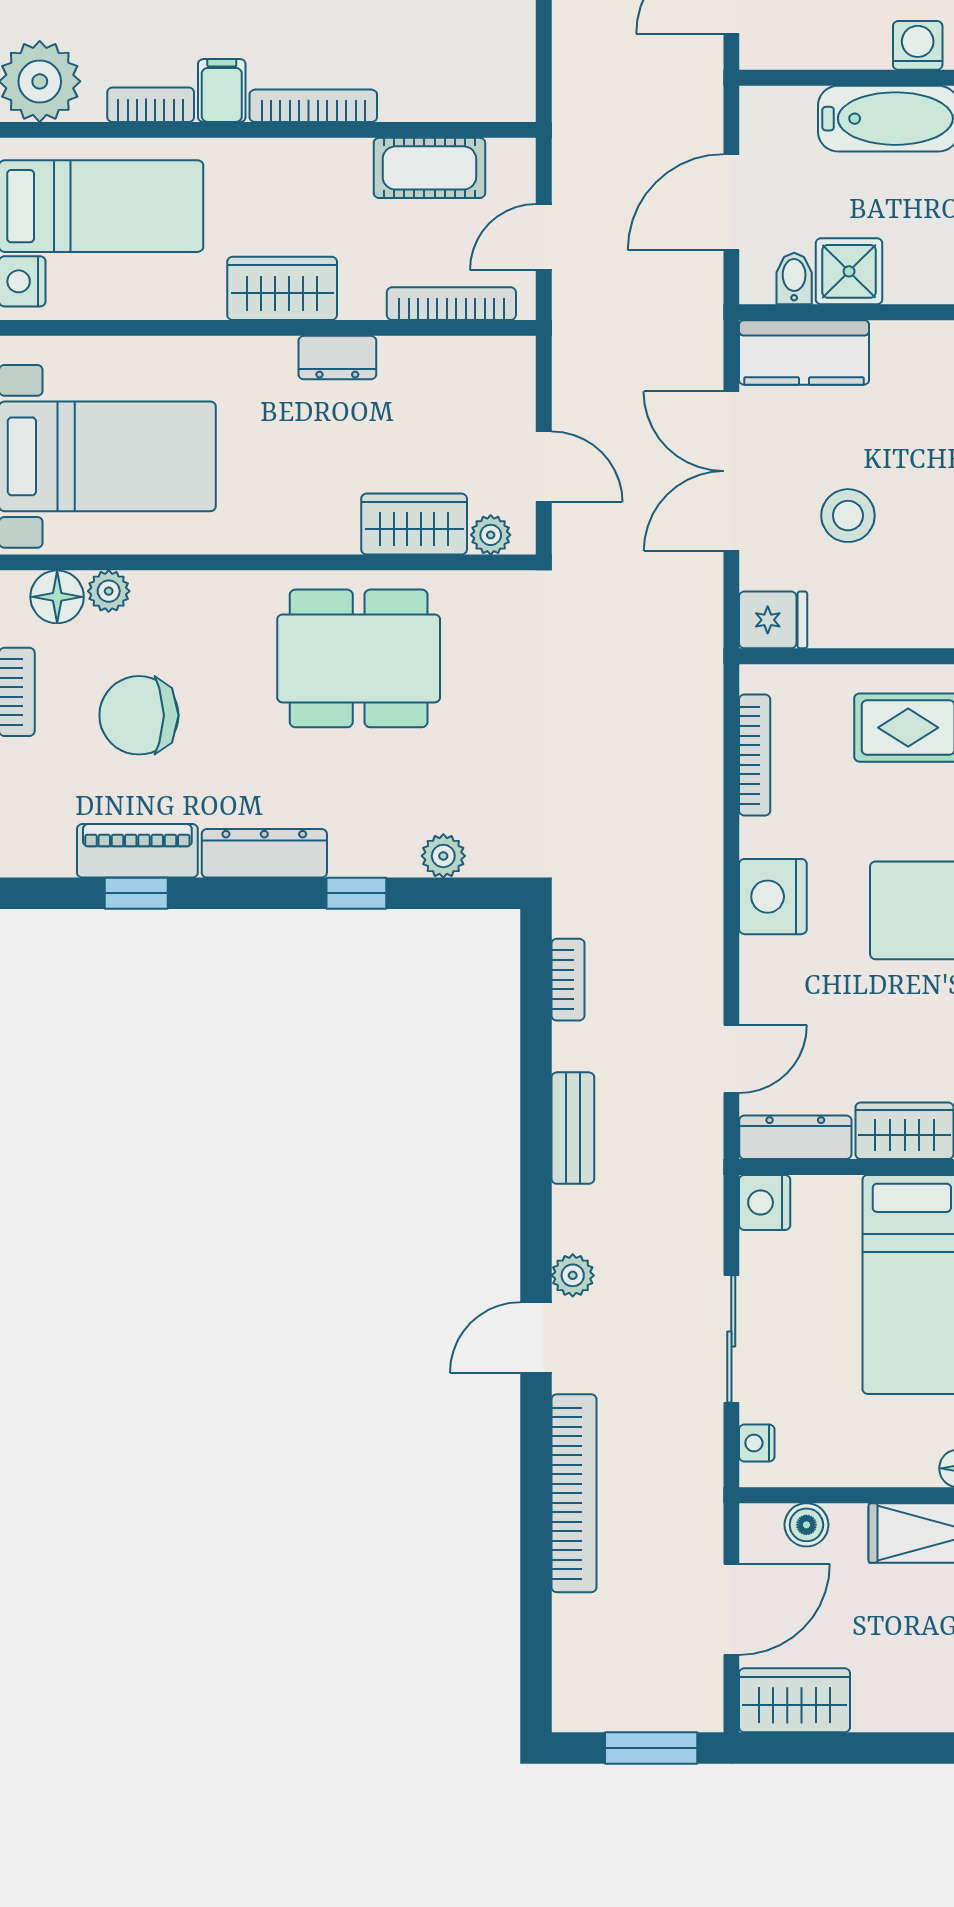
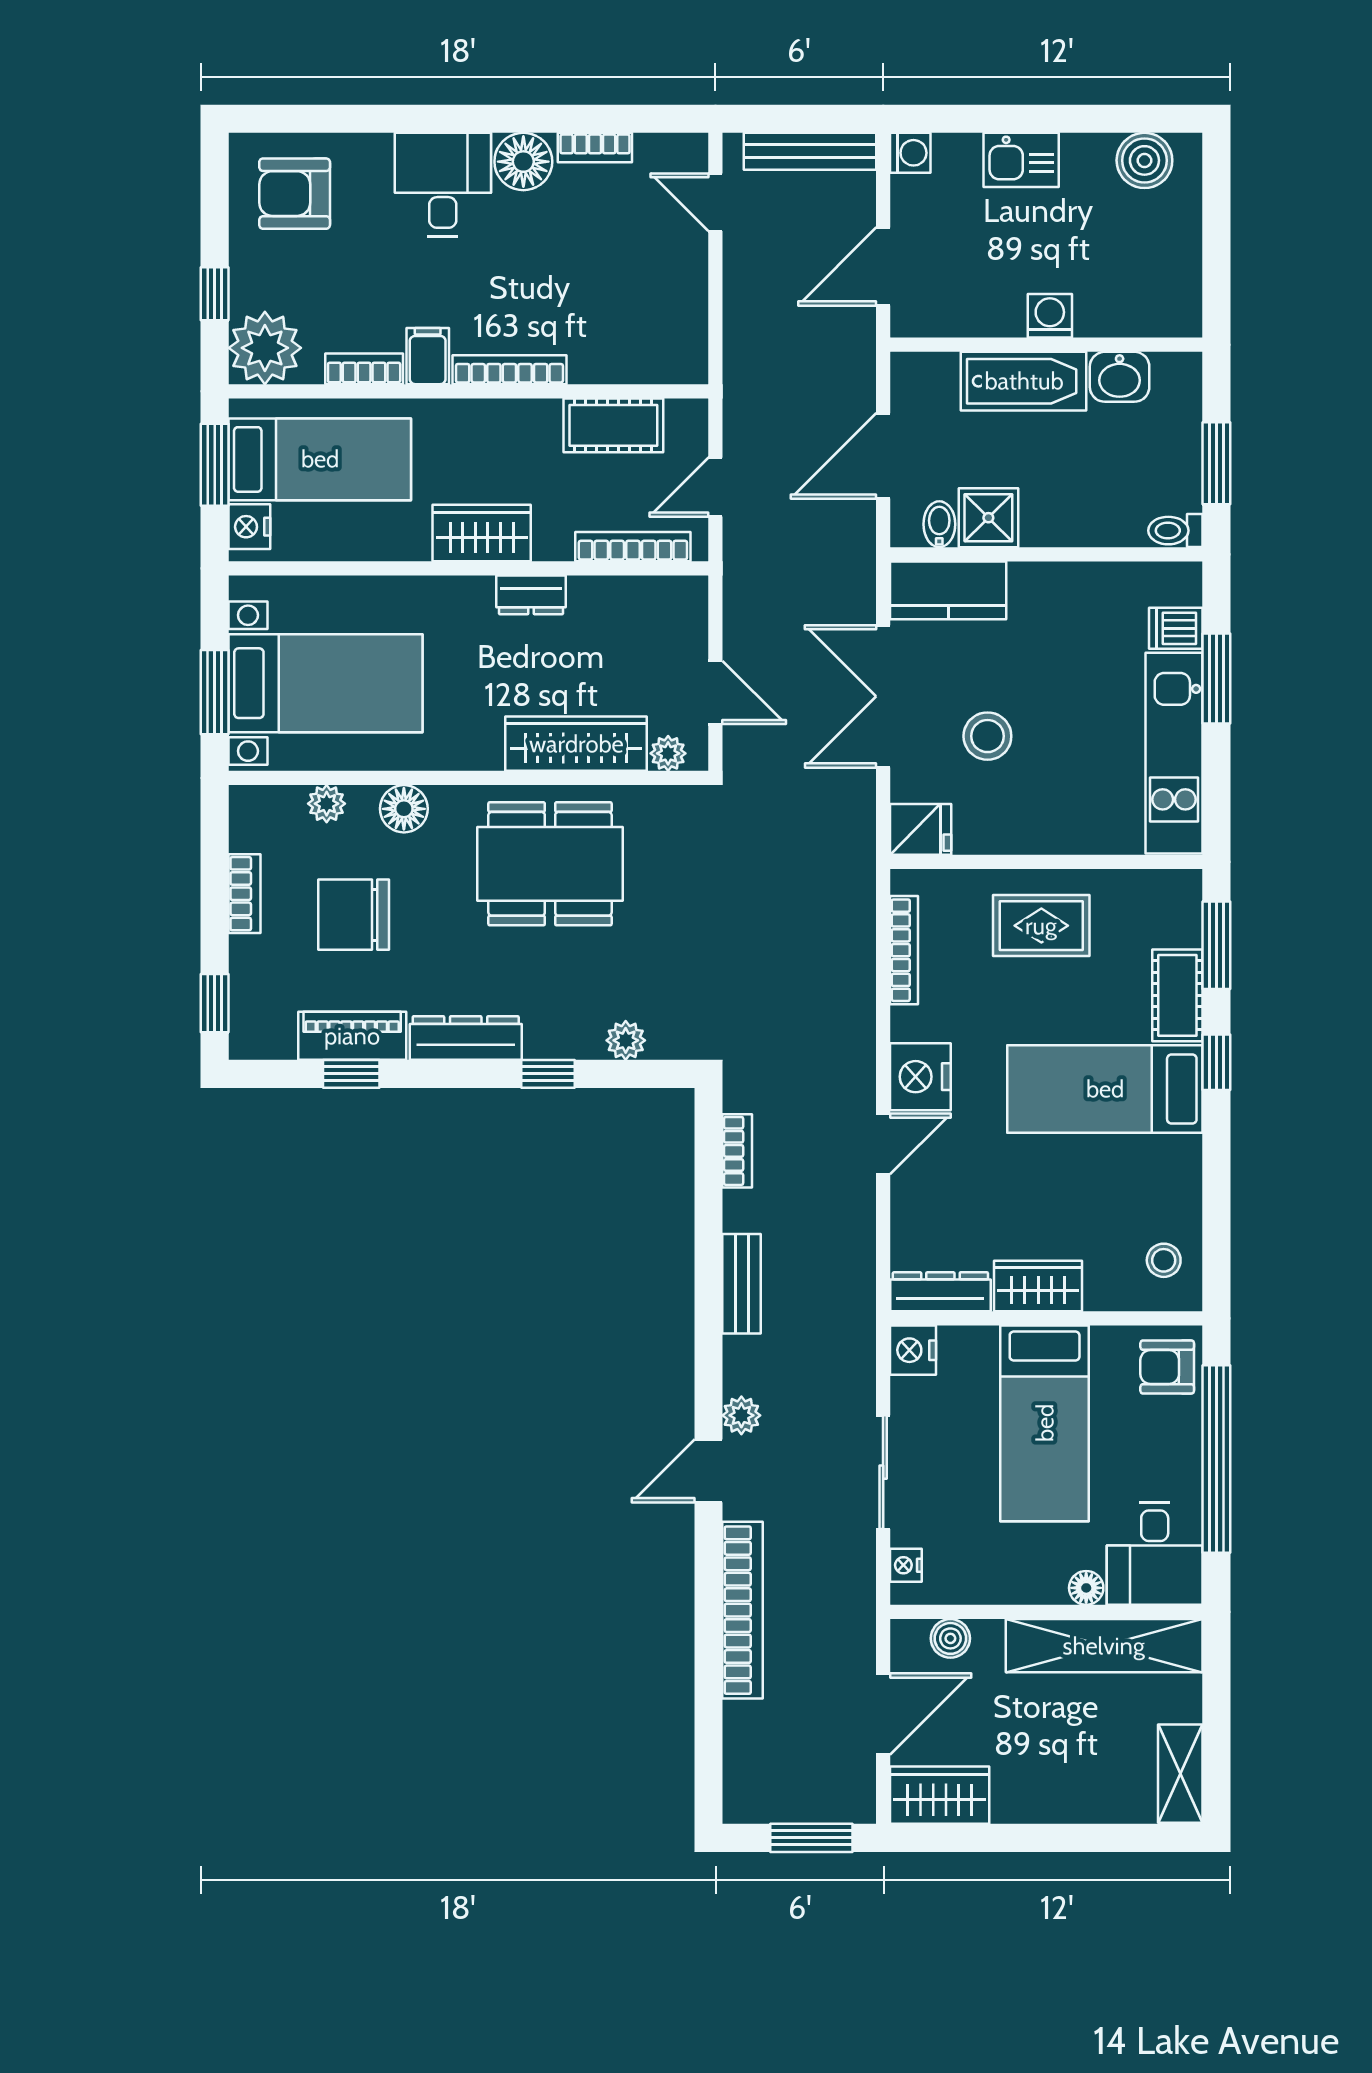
wardrobe: (414, 524) -> (576, 744), width x1.50
floor lamp: (57, 597) -> (404, 809), moved
door: (731, 1059) -> (883, 1144), moved

